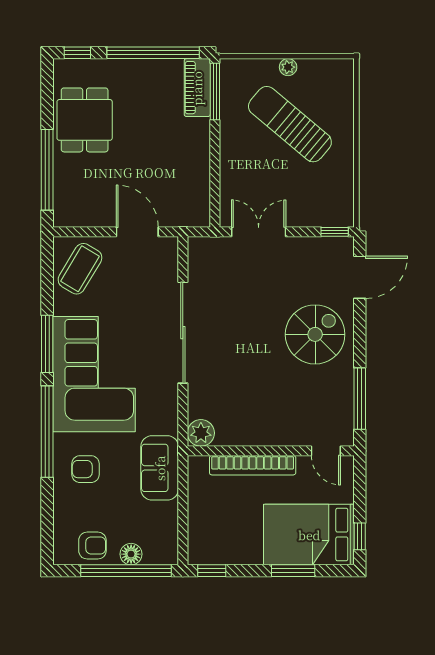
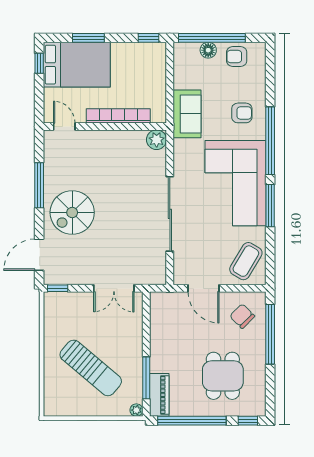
plant: (288, 67) -> (136, 410), moved
window: (215, 92) -> (146, 378), moved
dining table: (85, 120) -> (223, 376), moved
chair: (85, 194) -> (242, 316), added
window: (360, 399) -> (39, 185), moved

